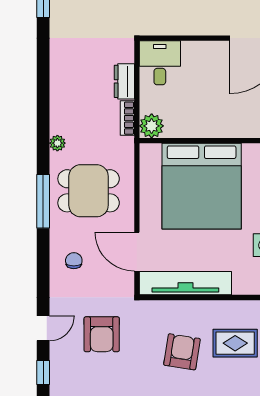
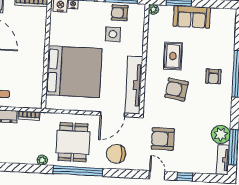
plant: (152, 126) -> (35, 101), removed
window: (43, 201) -> (78, 171), width x1.46
chair: (74, 261) -> (116, 154), width x1.87, depth x1.87
armchair: (102, 334) -> (163, 139), turned 180

